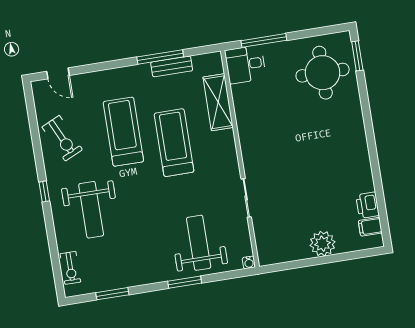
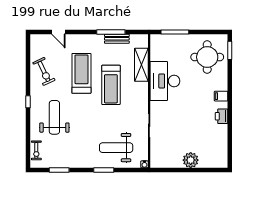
desk: (245, 64) -> (165, 81), moved, width x1.87, depth x1.30
door: (58, 73) -> (58, 32), moved
treadmill: (174, 143) -> (111, 85), turned 180
printer: (368, 205) -> (222, 116), moved
weight bench: (91, 210) -> (54, 117), turned 180
filing cabinet: (370, 227) -> (221, 96), moved
weight bench: (199, 243) -> (116, 148), turned -90

